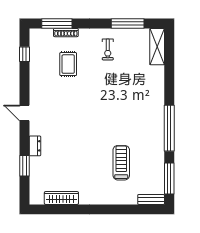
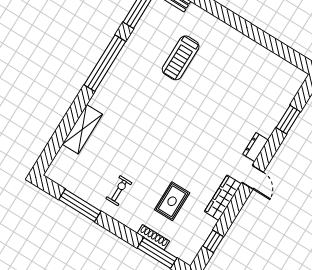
shelving: (157, 47) -> (82, 129), moved
dresser: (35, 146) -> (255, 147), moved
wardrobe: (61, 198) -> (223, 198), moved, turned 90

